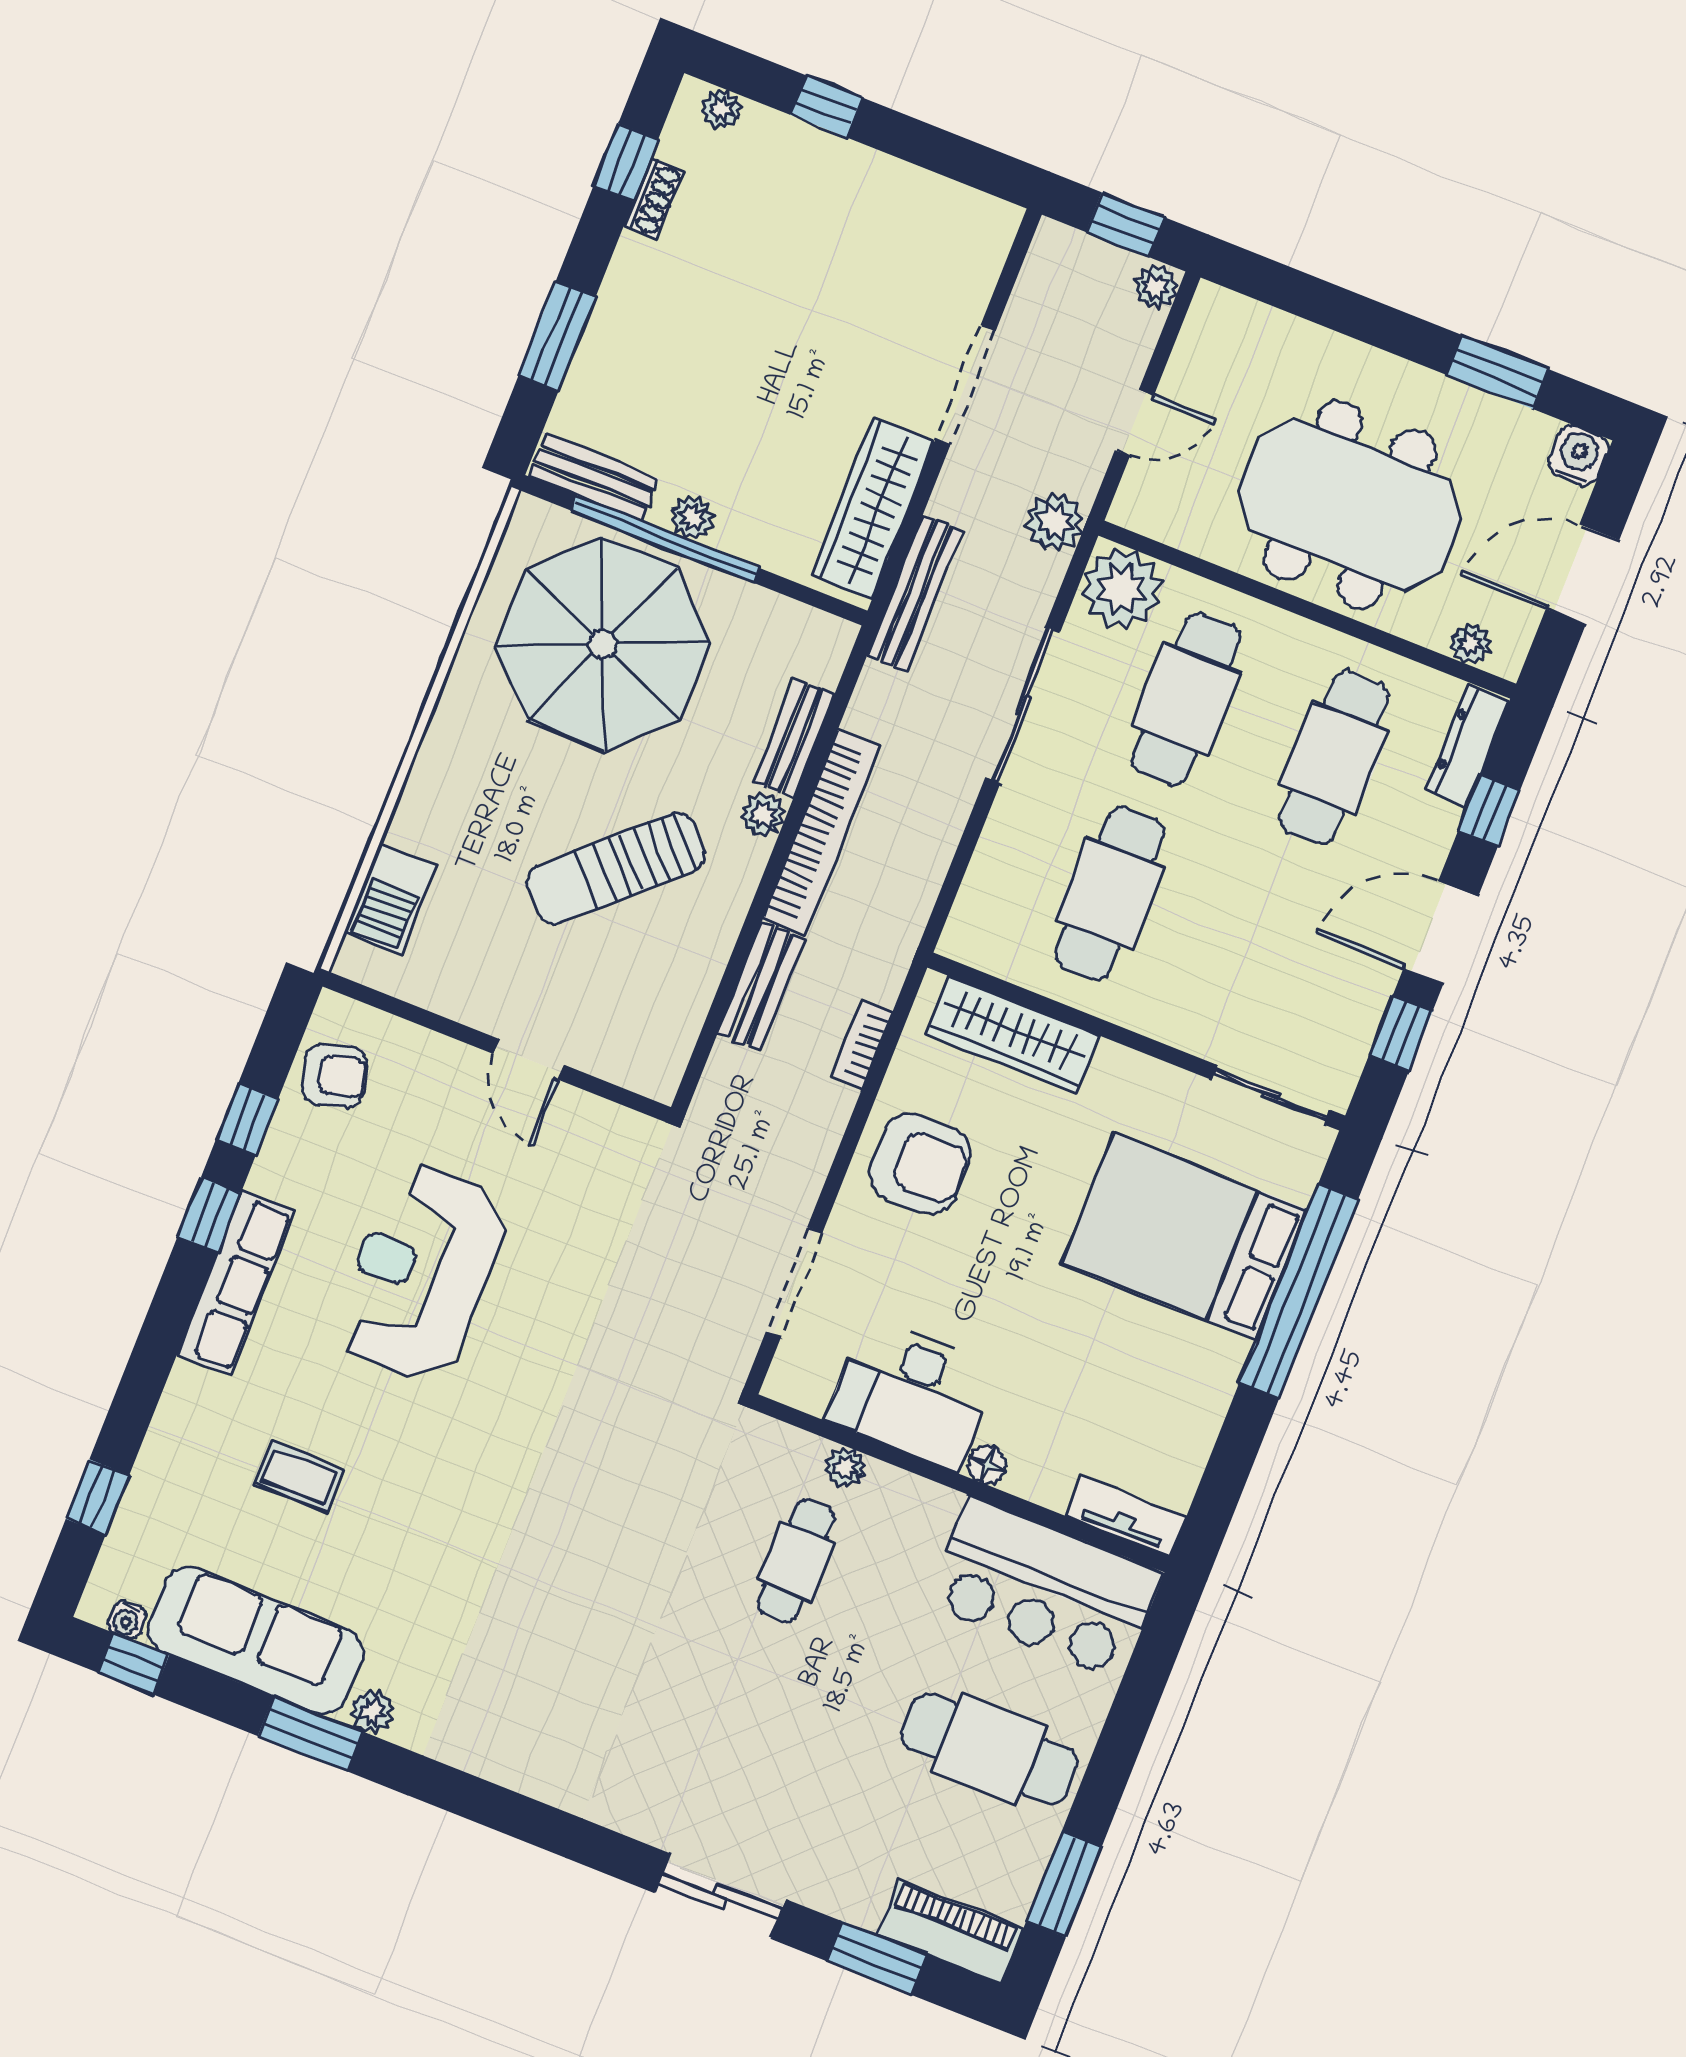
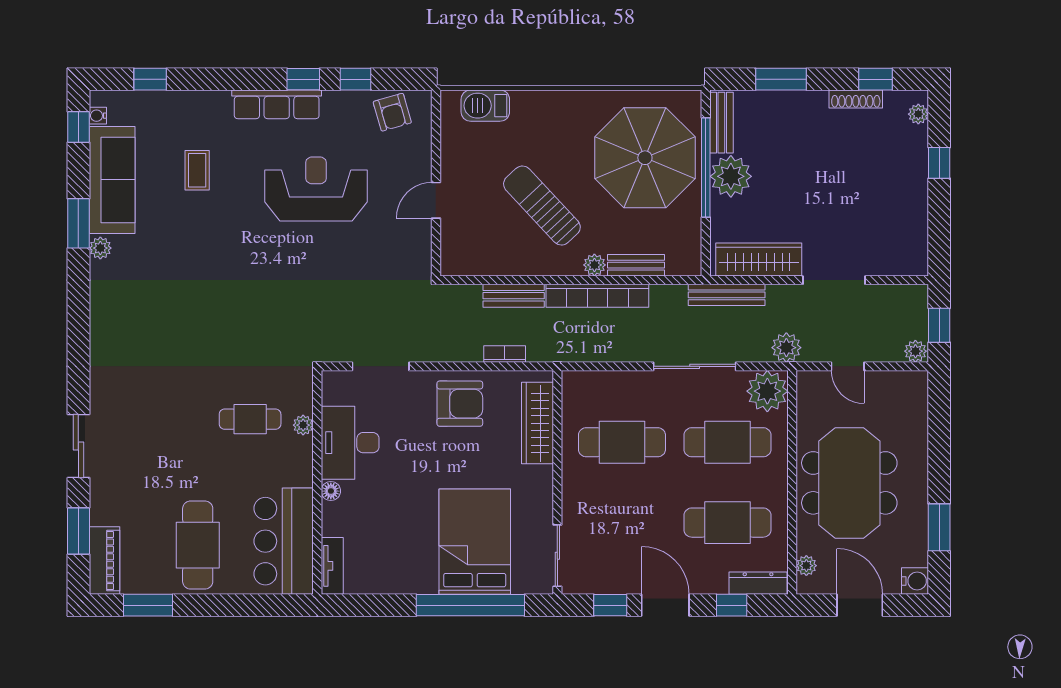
shoe rack: (654, 198) -> (856, 99), width x1.43
plant: (692, 517) -> (731, 176), width x1.88, depth x1.88
armchair: (920, 1164) -> (460, 404), turned -90

